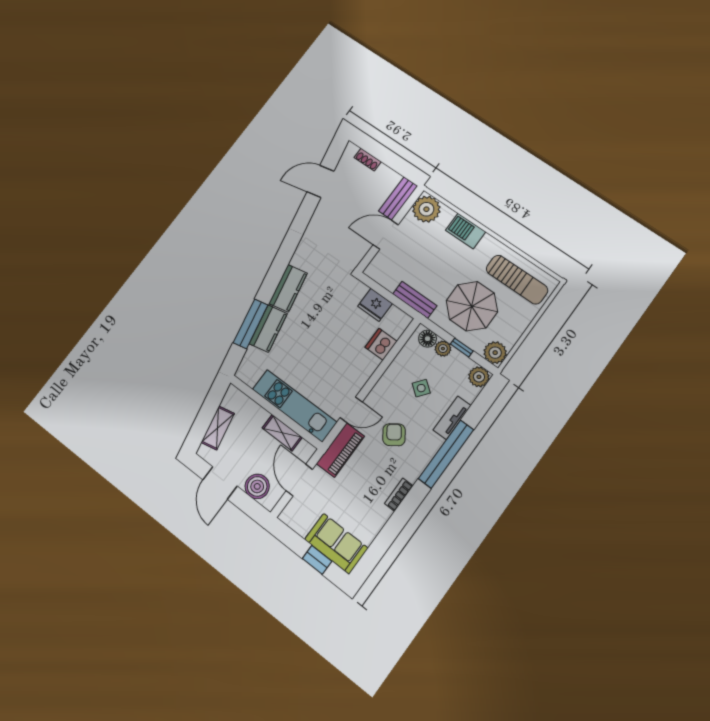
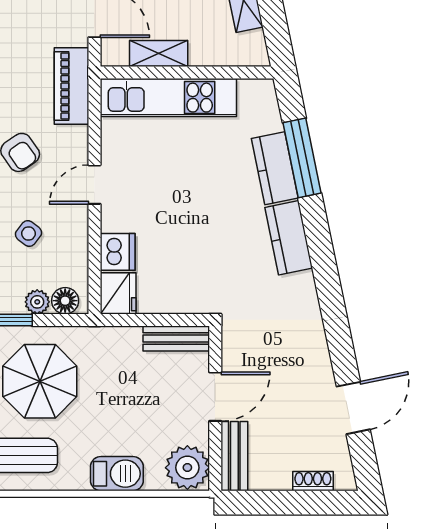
bench: (415, 300) -> (176, 338), moved
fridge: (375, 305) -> (118, 293), moved, turned 90
door: (351, 410) -> (94, 185), moved

